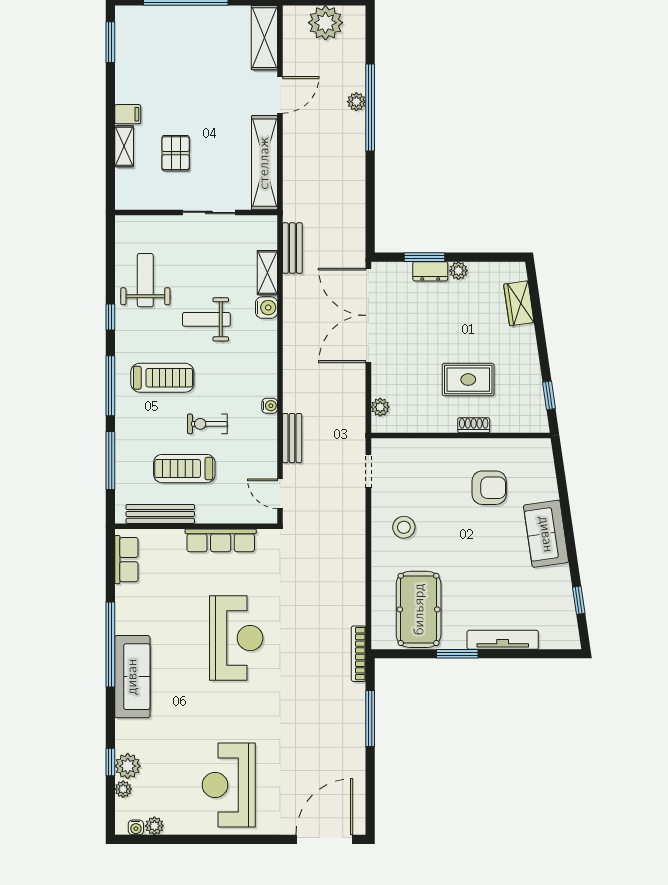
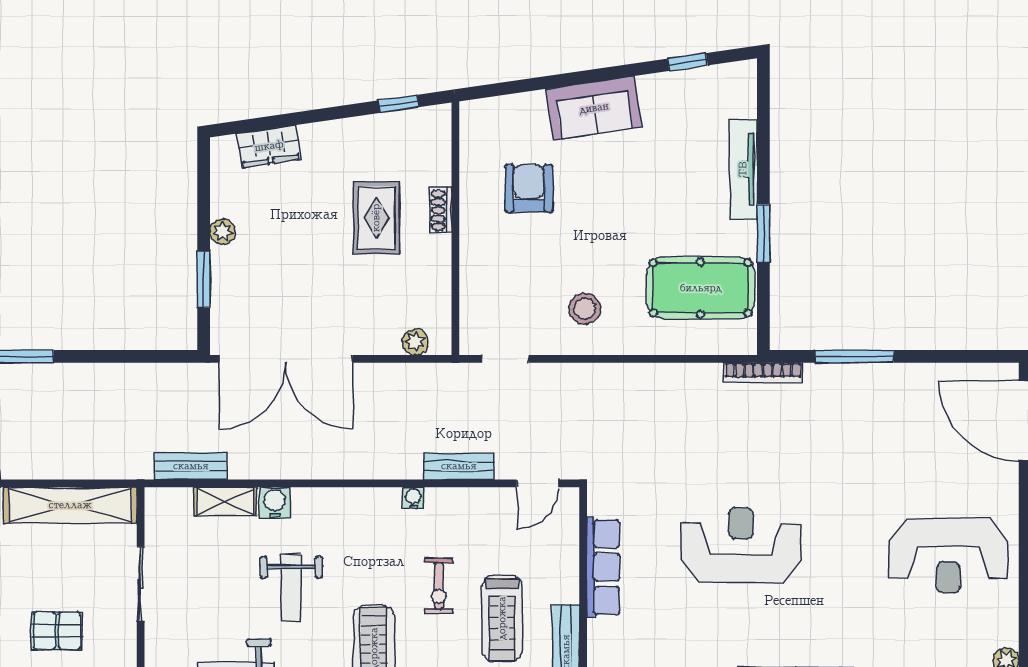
dresser: (430, 271) -> (224, 271), removed

